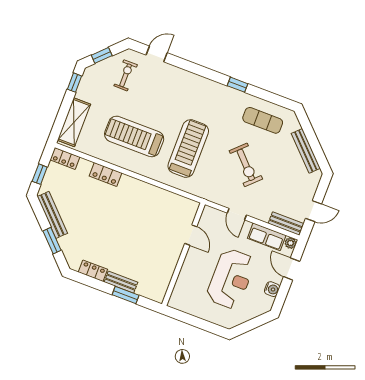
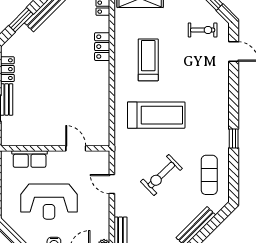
treadmill: (134, 136) -> (148, 60), width x0.73, depth x0.73
door: (237, 214) -> (112, 184), hinge flipped
door: (191, 235) -> (76, 148), swing flipped
row of seats: (267, 237) -> (30, 159), moved, turned -90

